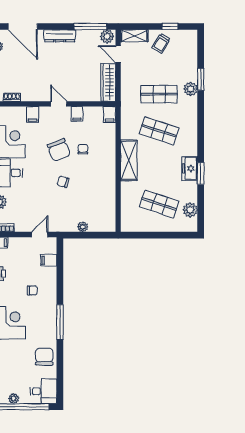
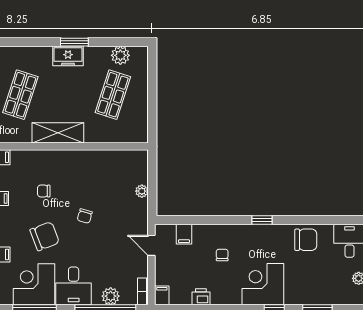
chair: (59, 150) -> (45, 236), moved
window: (60, 322) -> (262, 220), width x0.46
chair: (44, 357) -> (306, 240), turned 180

